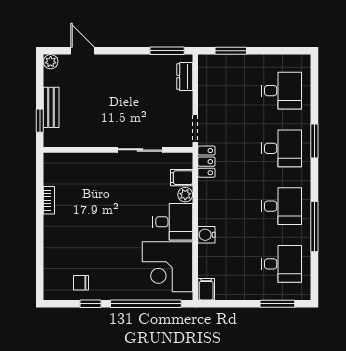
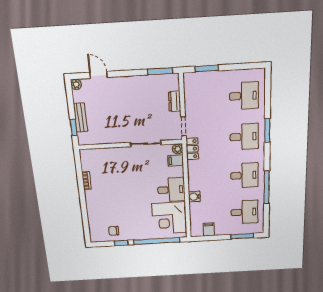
dresser: (185, 77) -> (175, 101), moved
plant: (185, 195) -> (178, 149), moved
filing cabinet: (206, 289) -> (209, 229), moved

